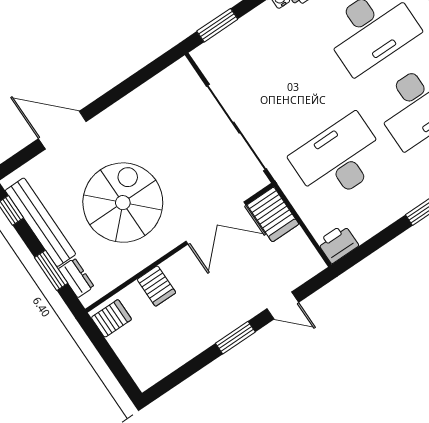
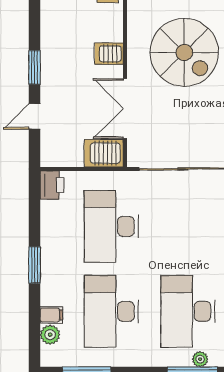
desk: (339, 159) -> (111, 226), turned 180
server rack: (156, 286) -> (109, 54), moved

